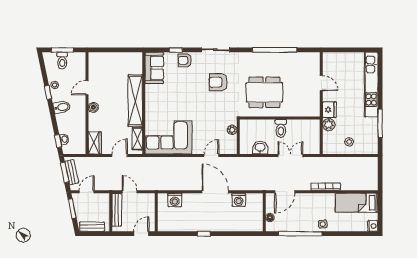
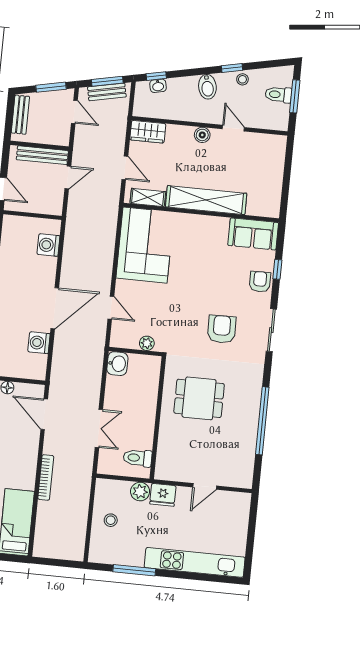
dining table: (264, 92) -> (199, 398), width x0.73
toilet: (281, 128) -> (138, 458), moved
washbasin: (260, 148) -> (117, 364), moved

